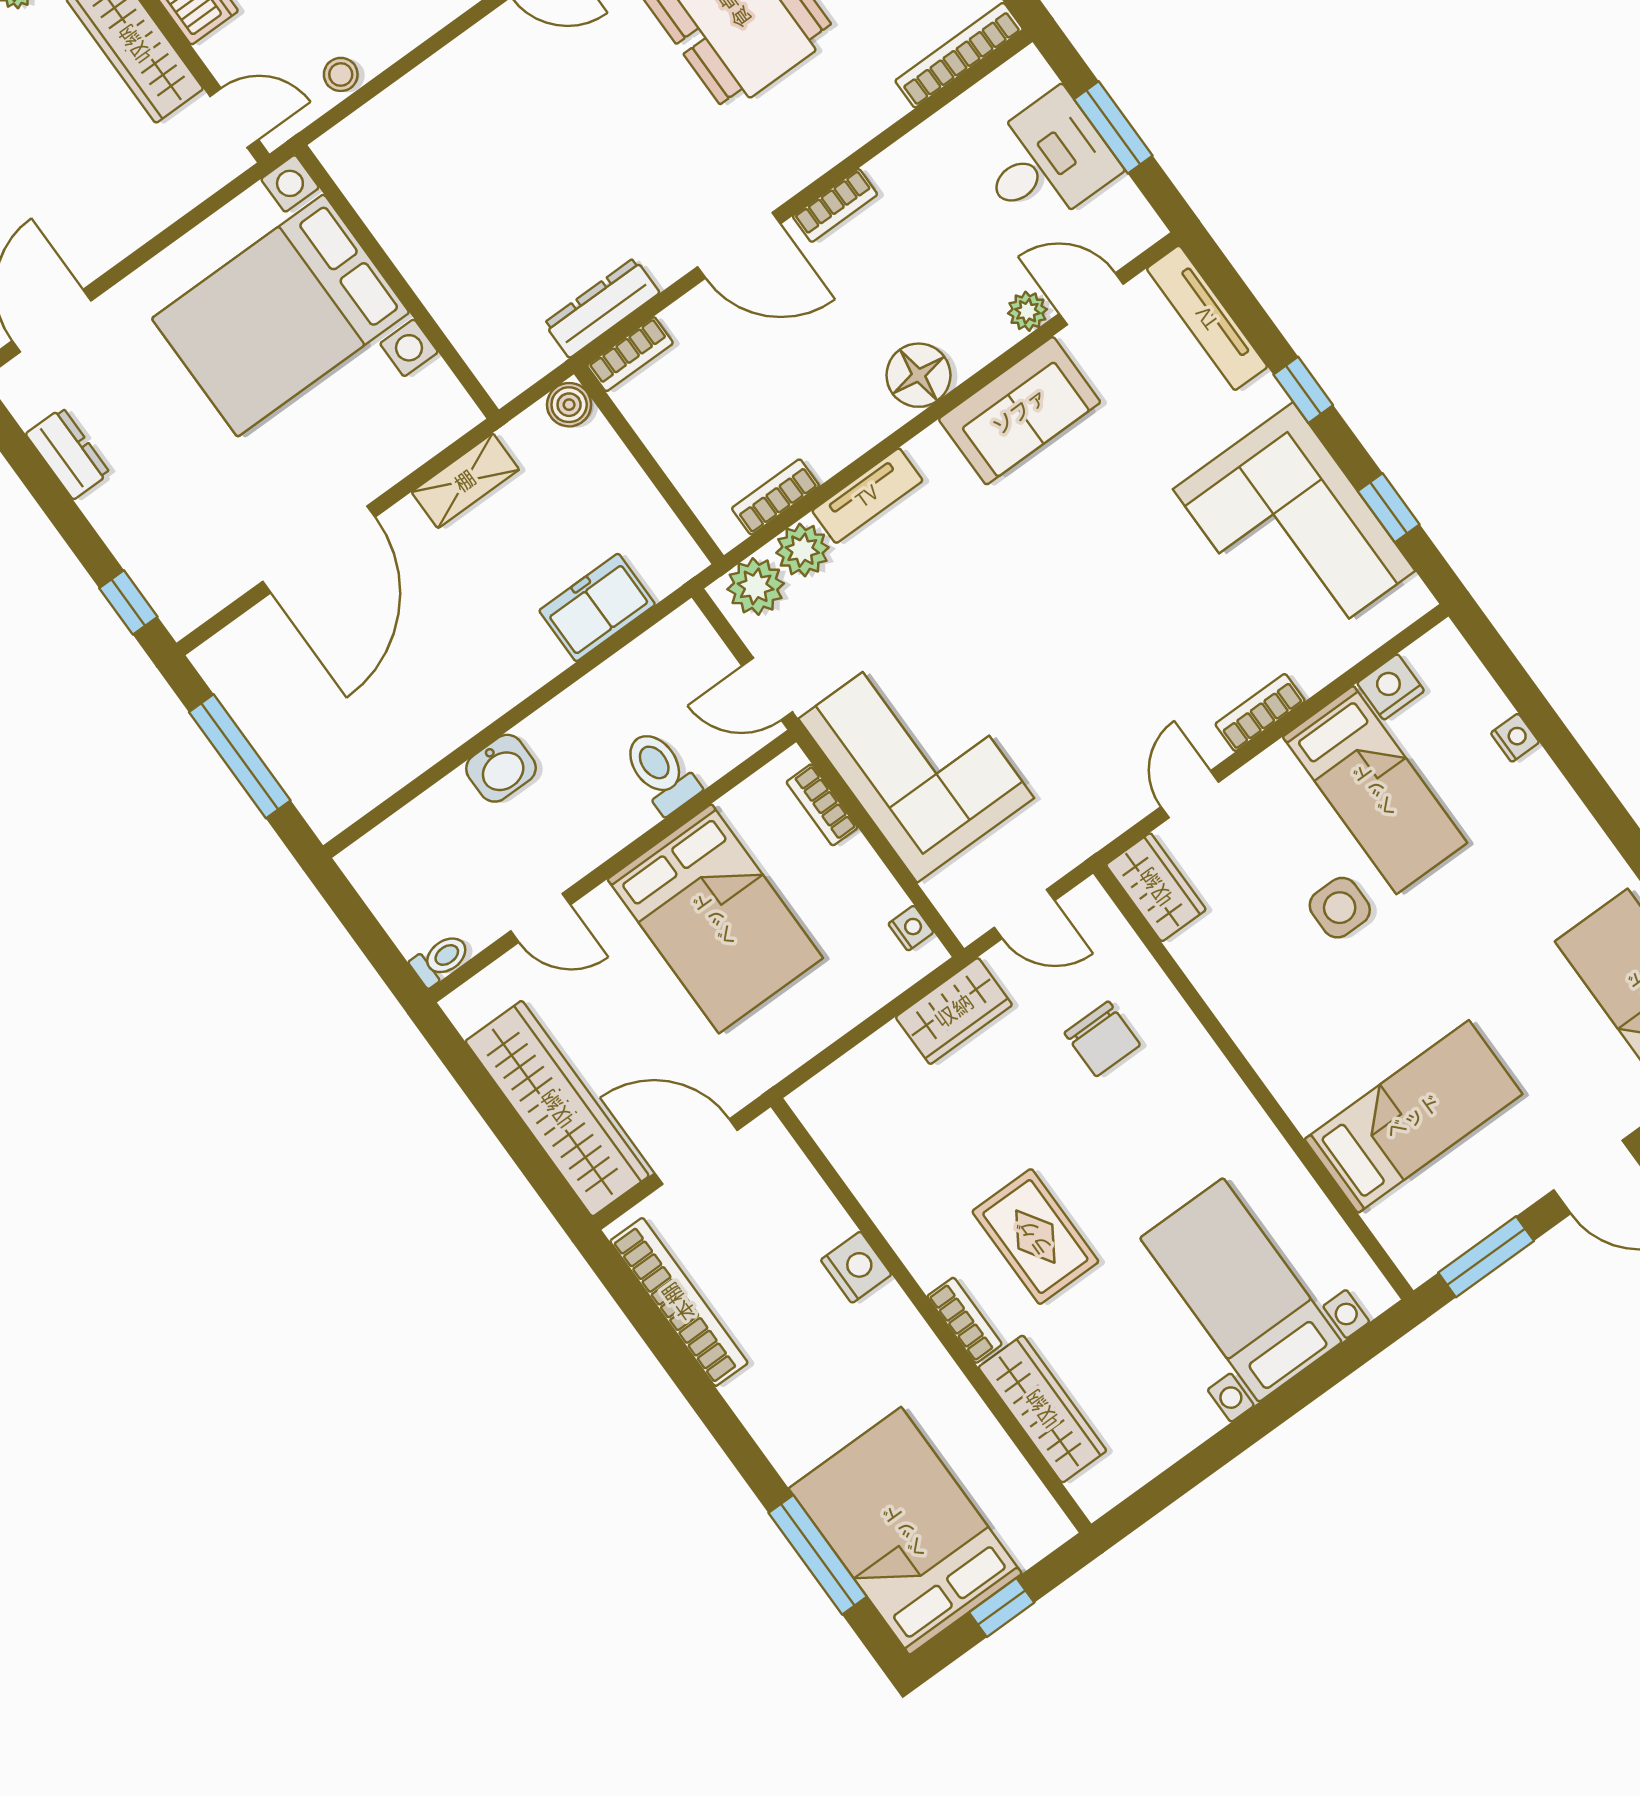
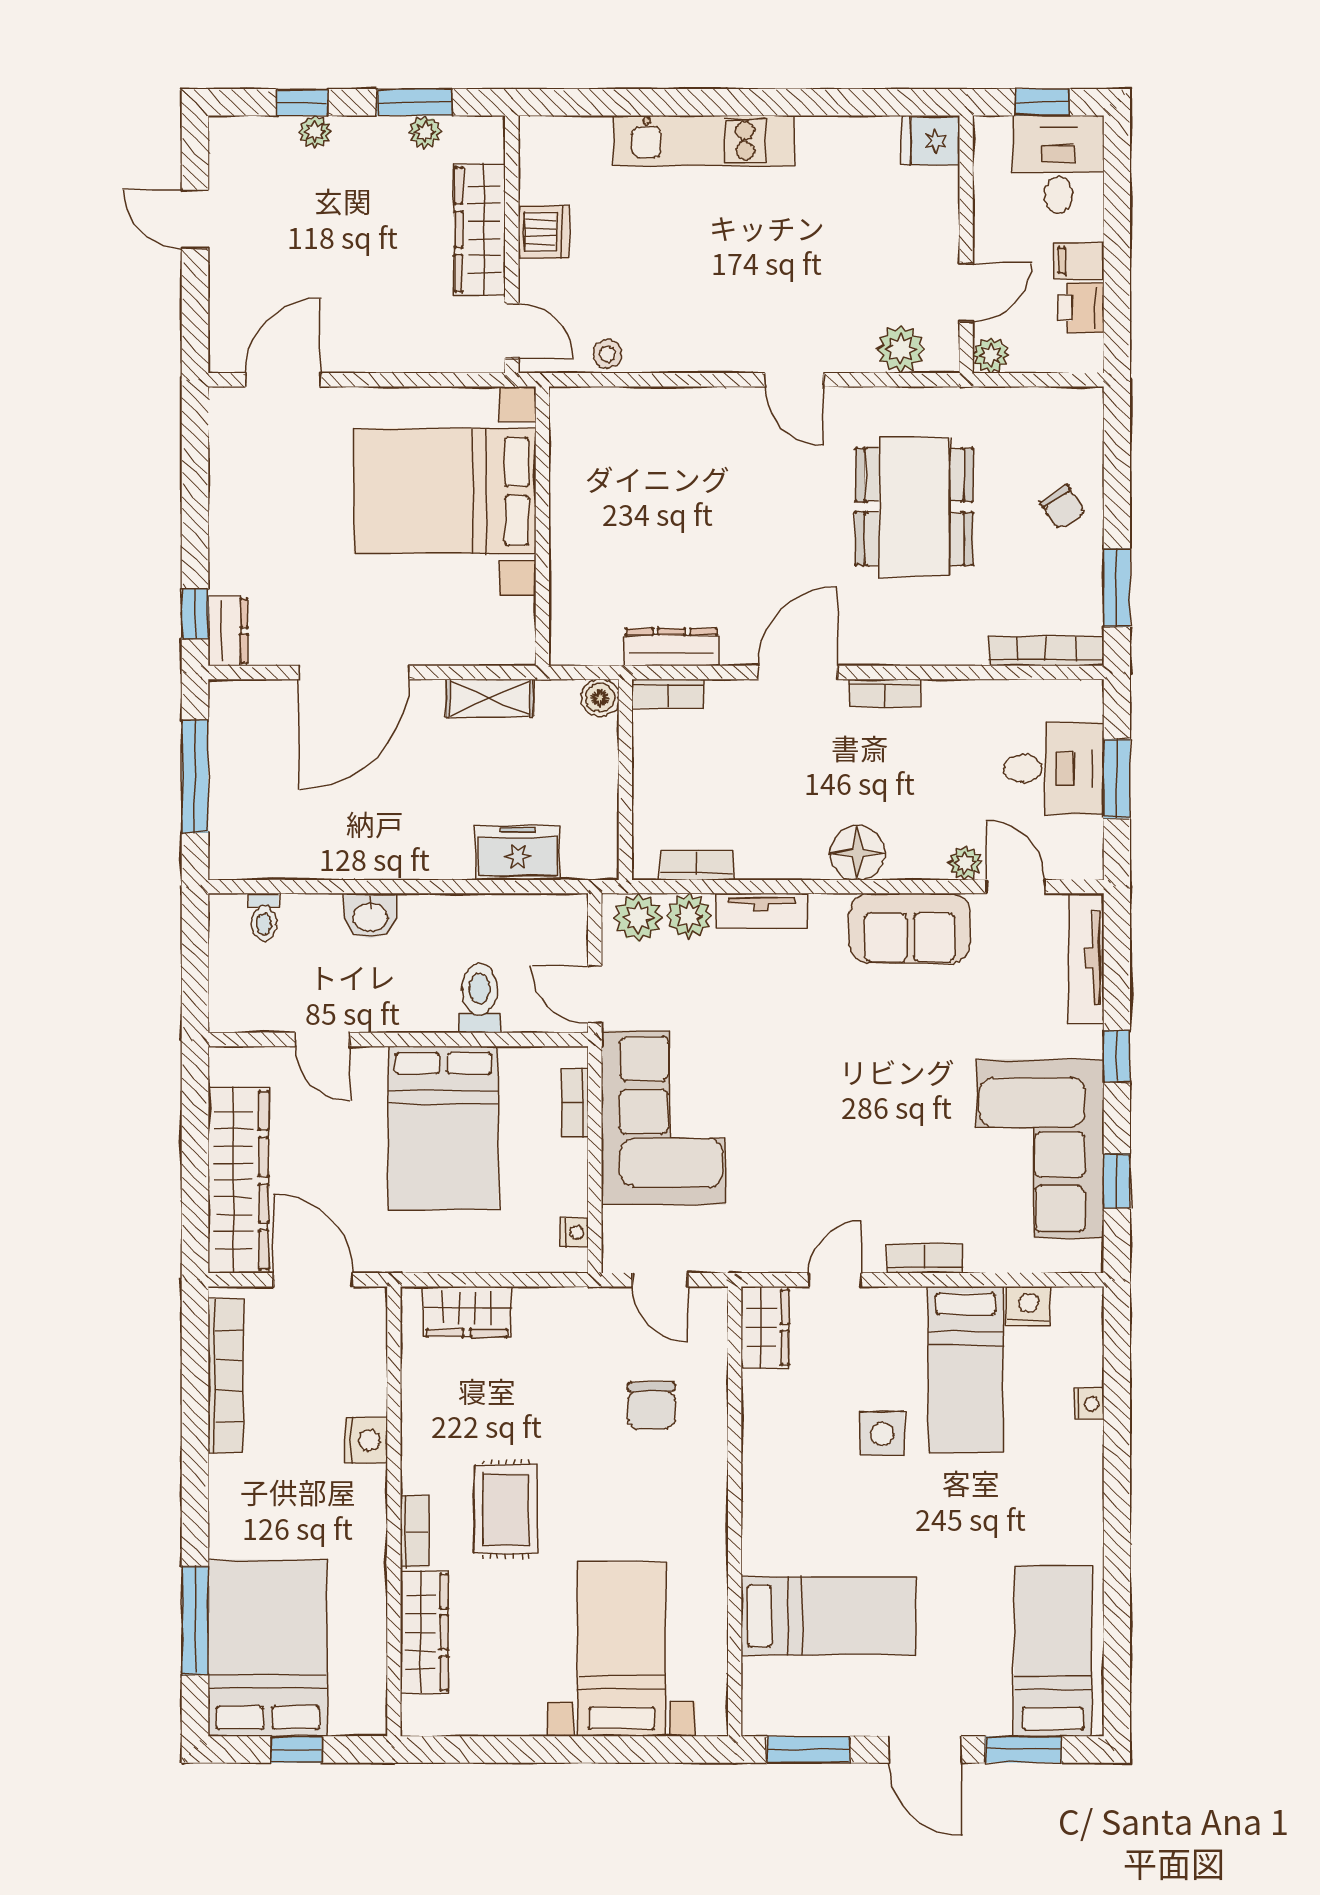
door: (739, 245) -> (798, 672), swing flipped
dresser: (68, 454) -> (228, 631), moved
toilet: (440, 960) -> (264, 917), moved, turned 90
wardrobe: (954, 1011) -> (467, 1312), moved

